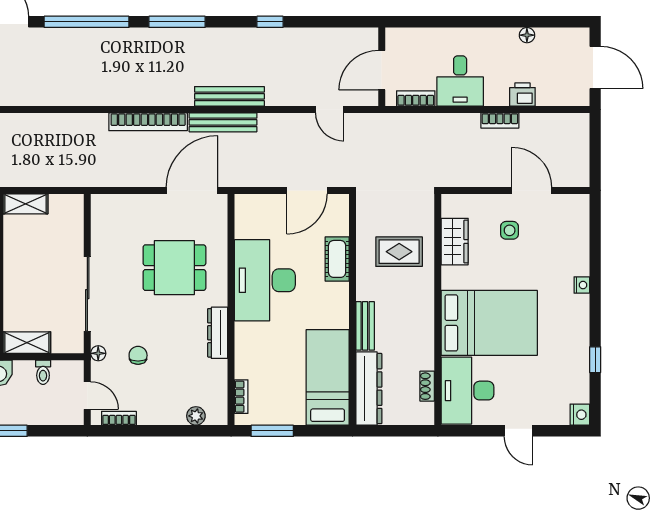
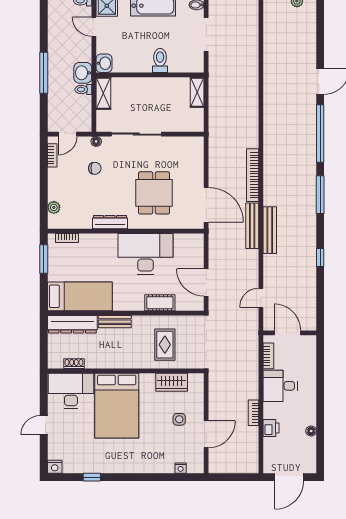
nightstand: (582, 285) -> (181, 468), moved
toilet: (43, 372) -> (83, 90), moved

